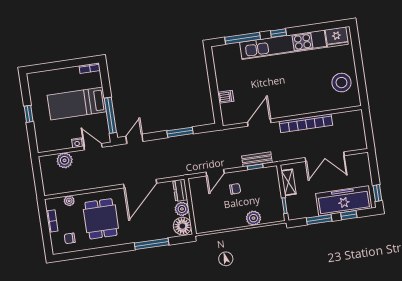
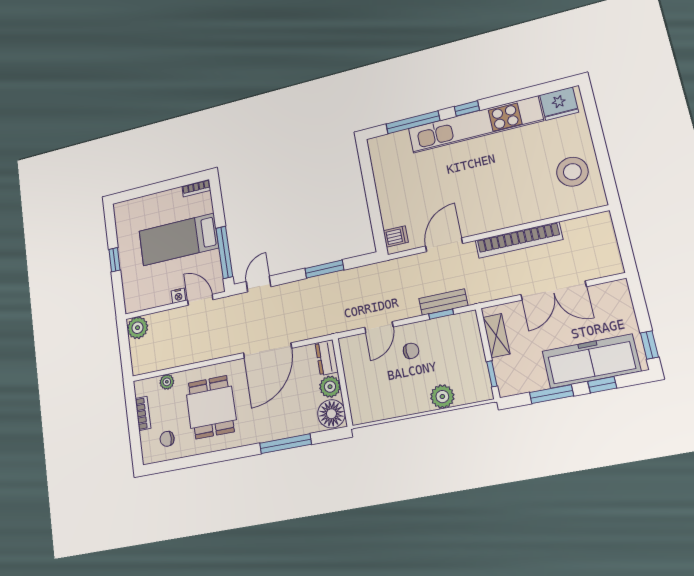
dishwasher: (226, 97) -> (396, 236), moved
plant: (65, 160) -> (138, 328), moved

